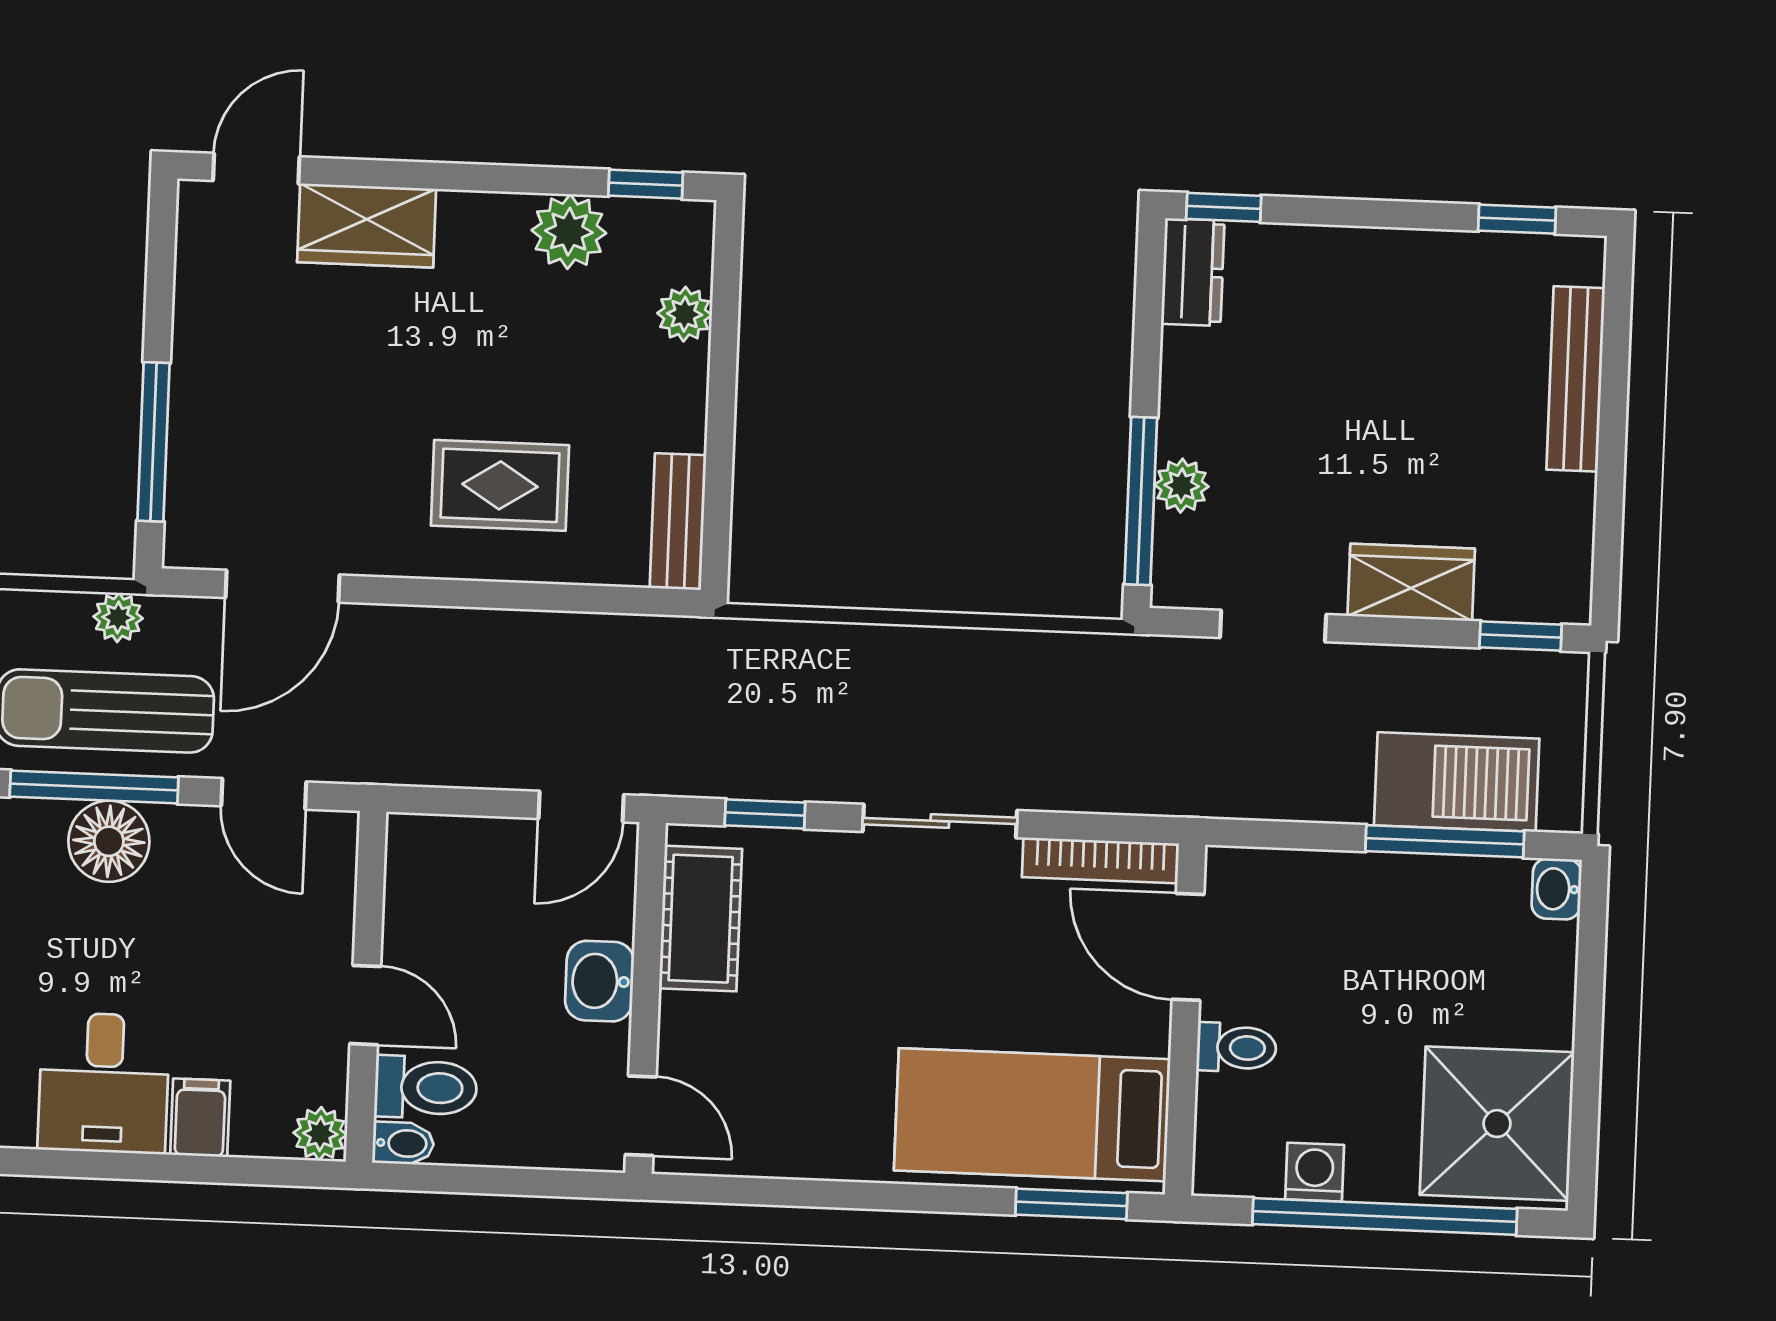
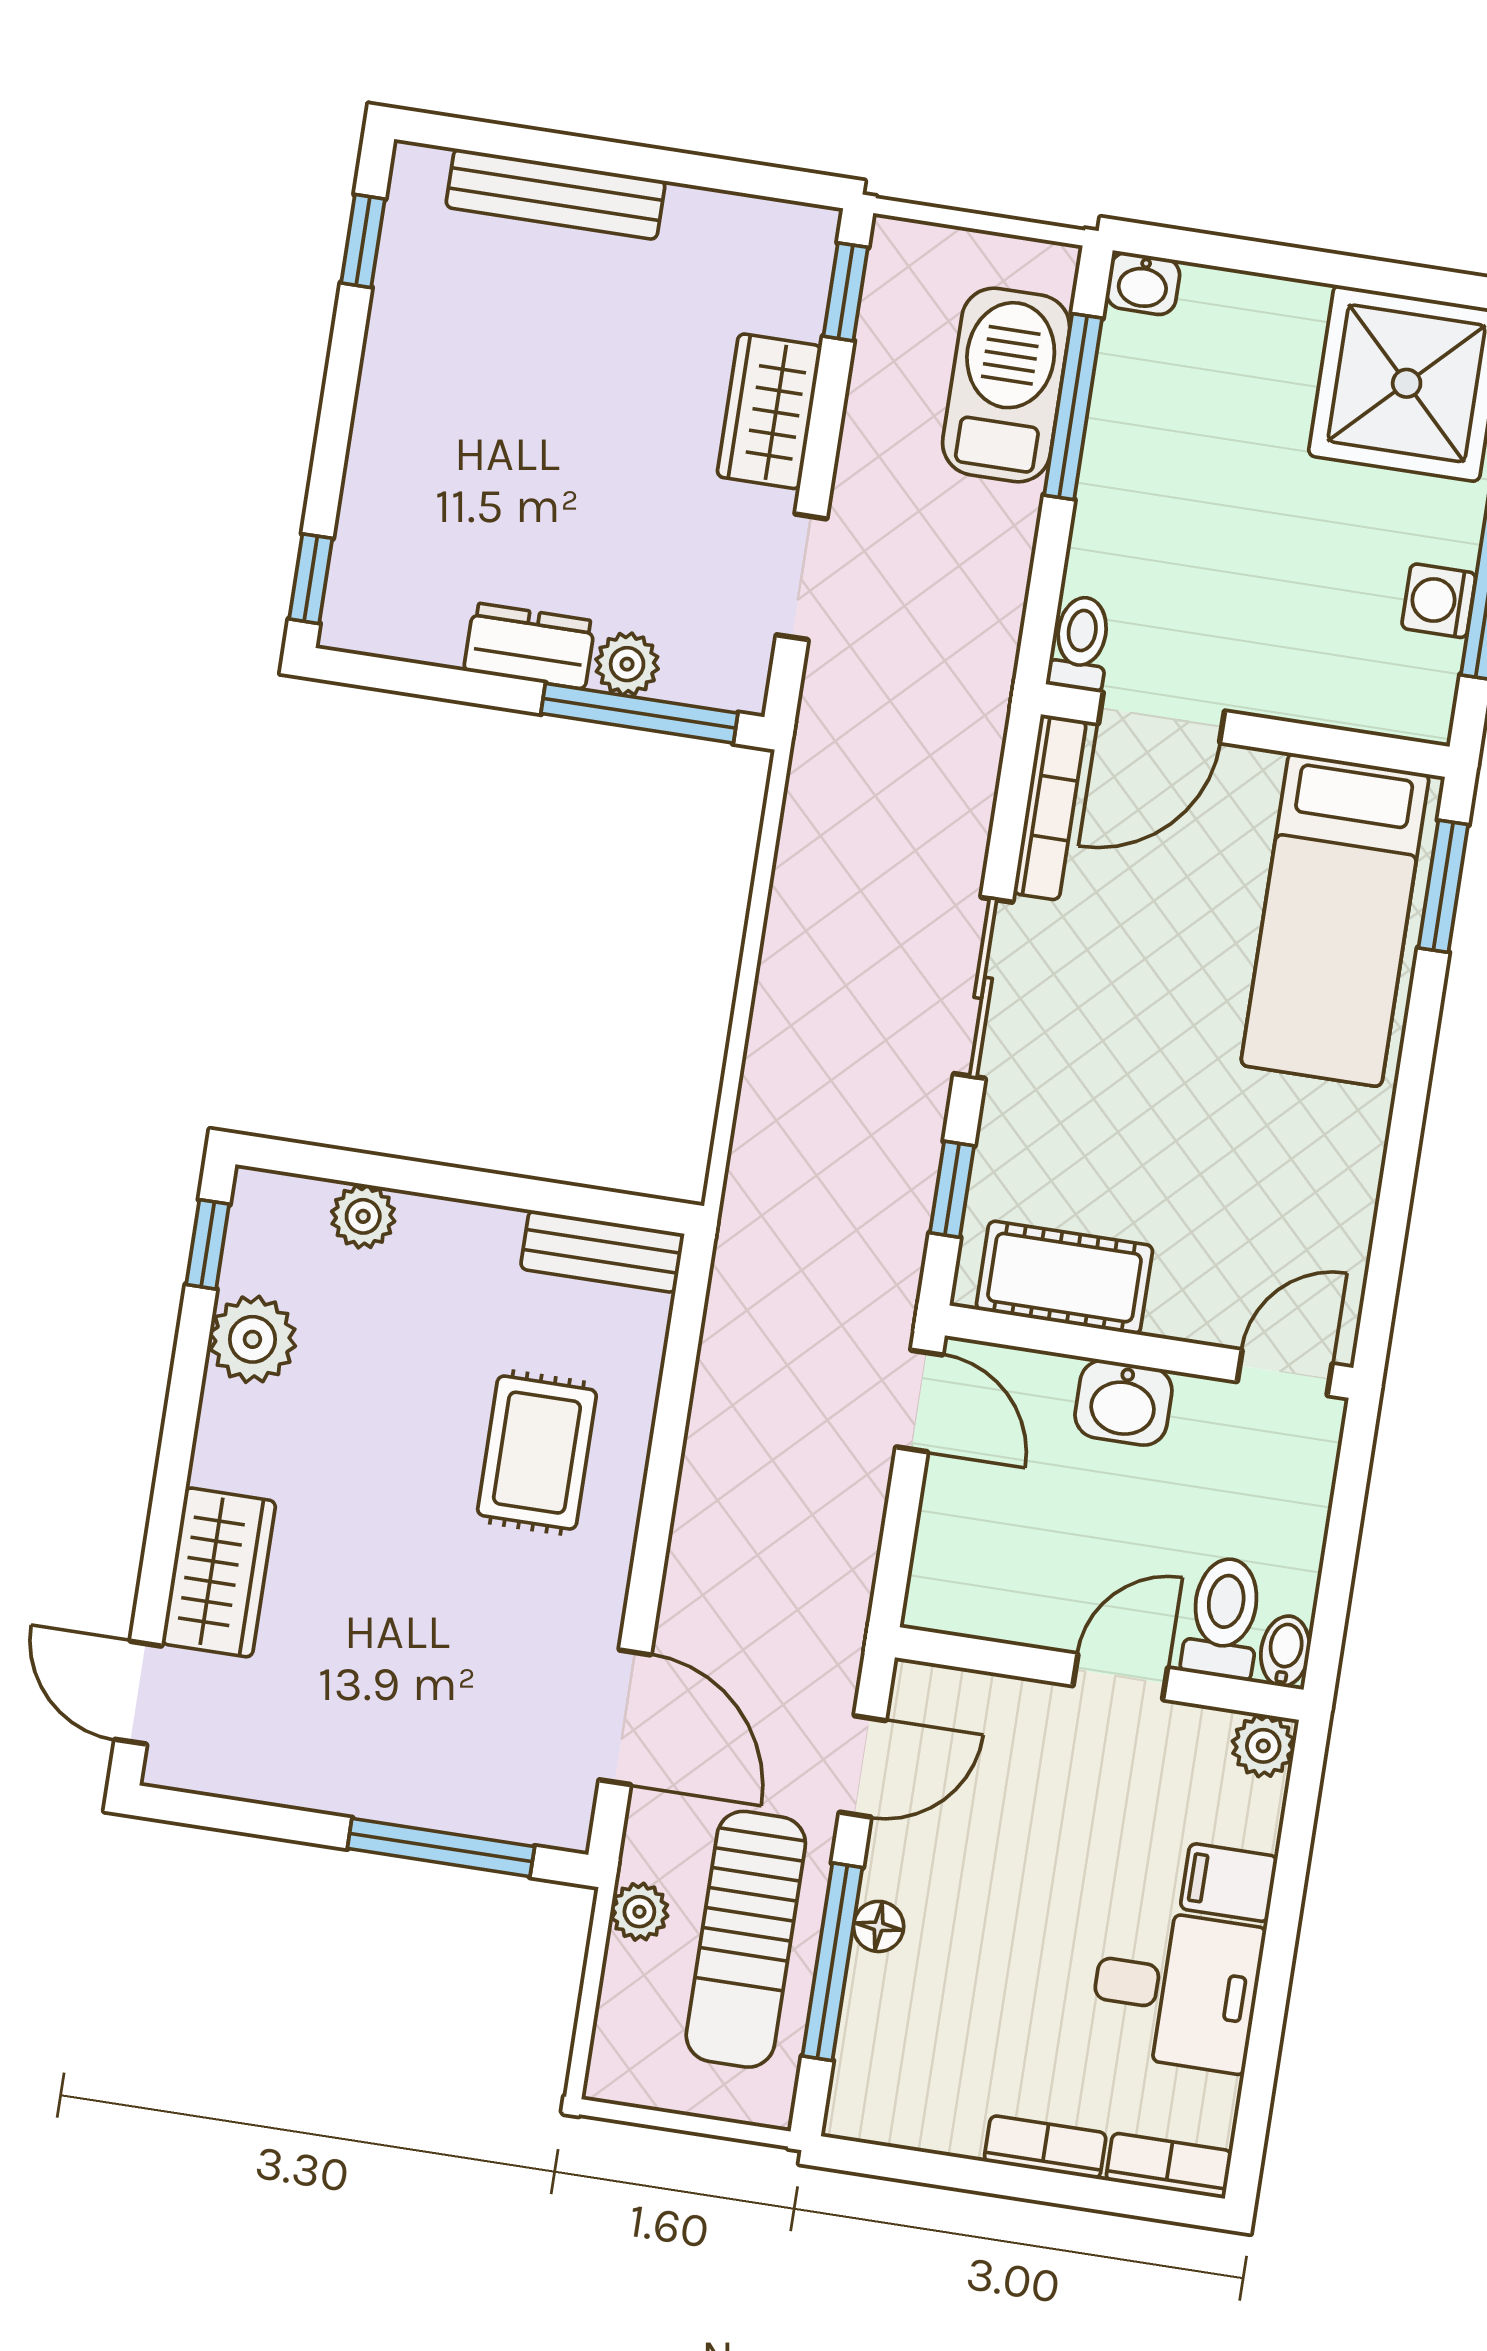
dresser: (1193, 272) -> (529, 646), moved
floor lamp: (109, 841) -> (879, 1926), width x0.53, depth x0.53
toilet: (1236, 1048) -> (1080, 643), moved

